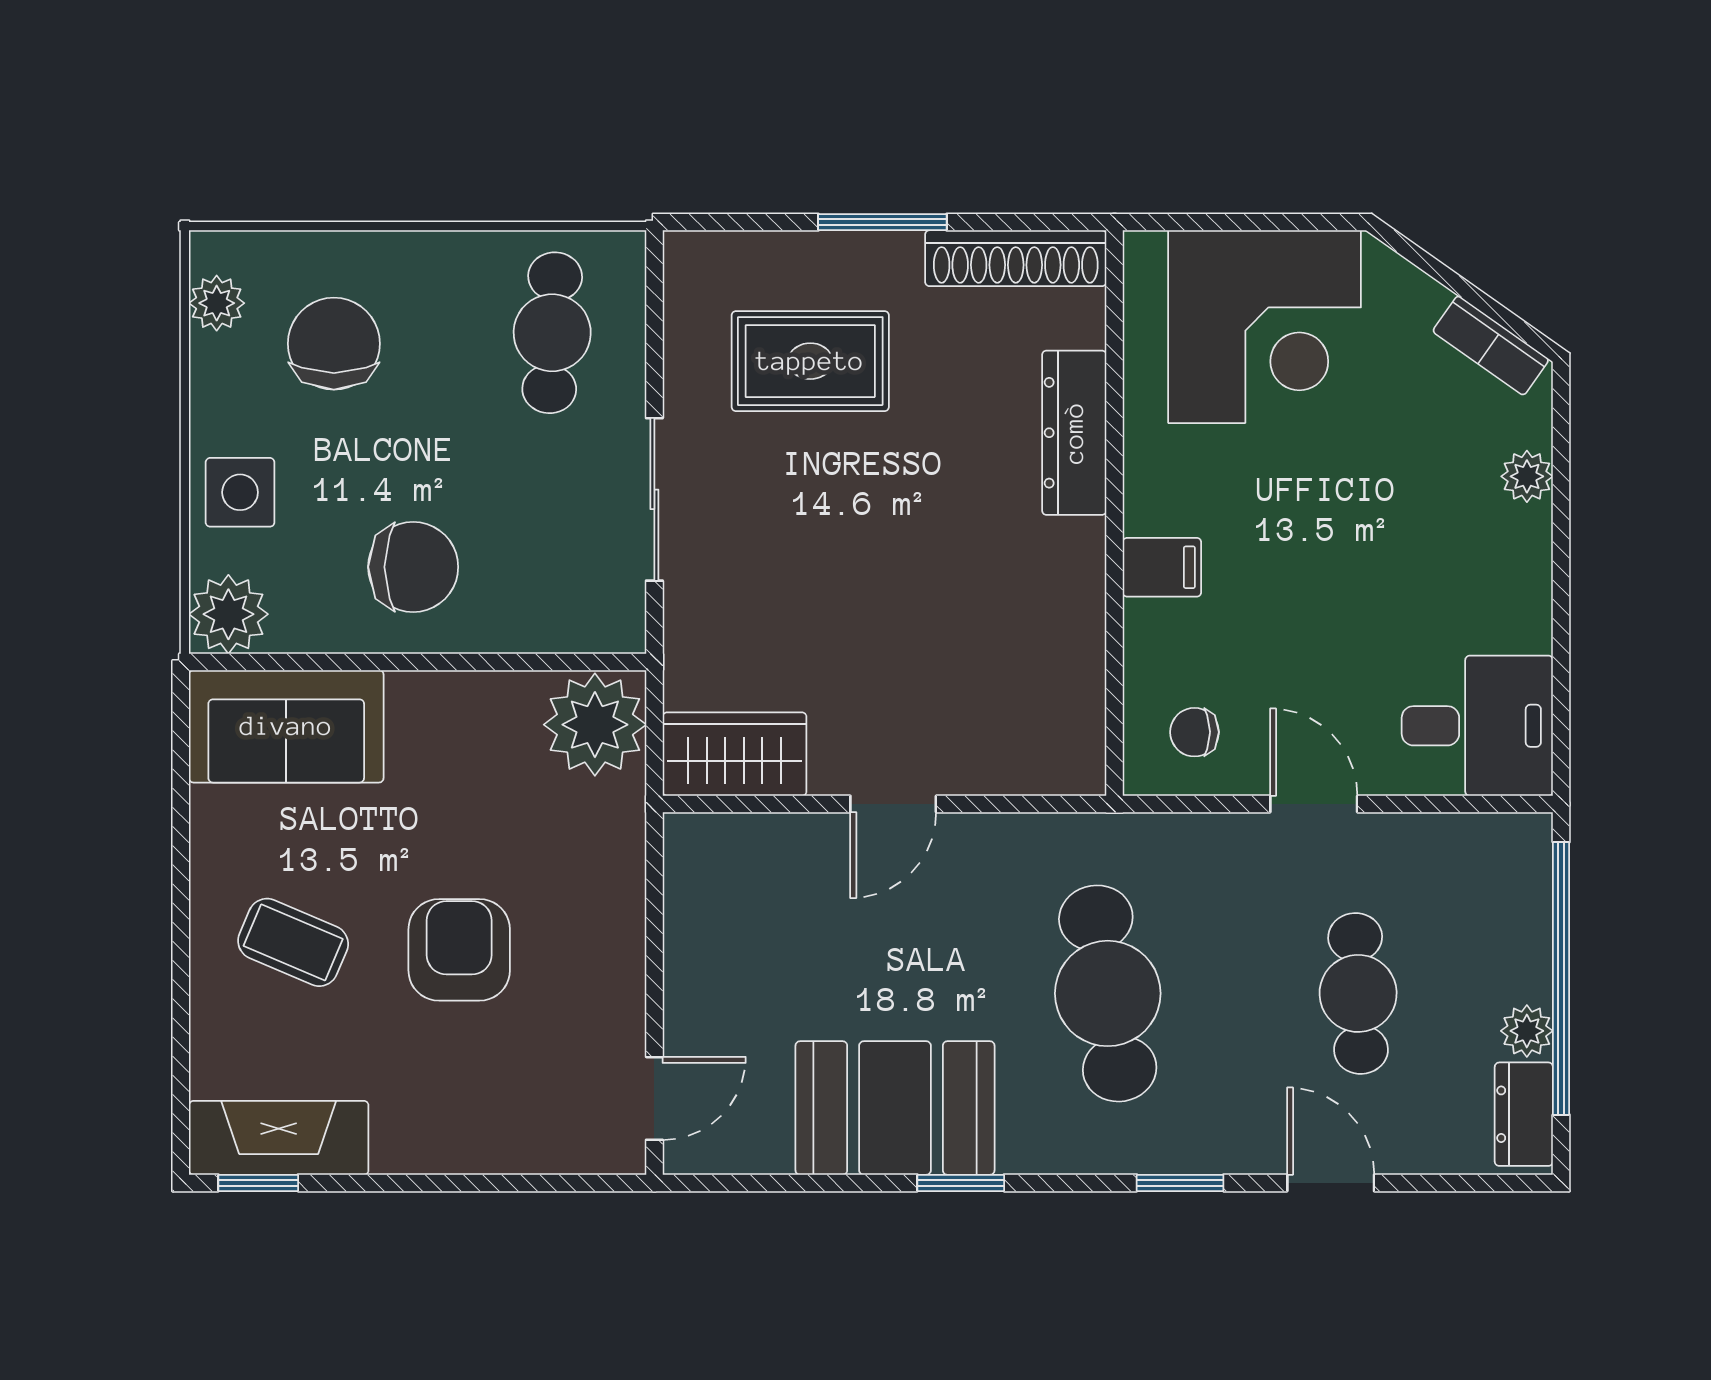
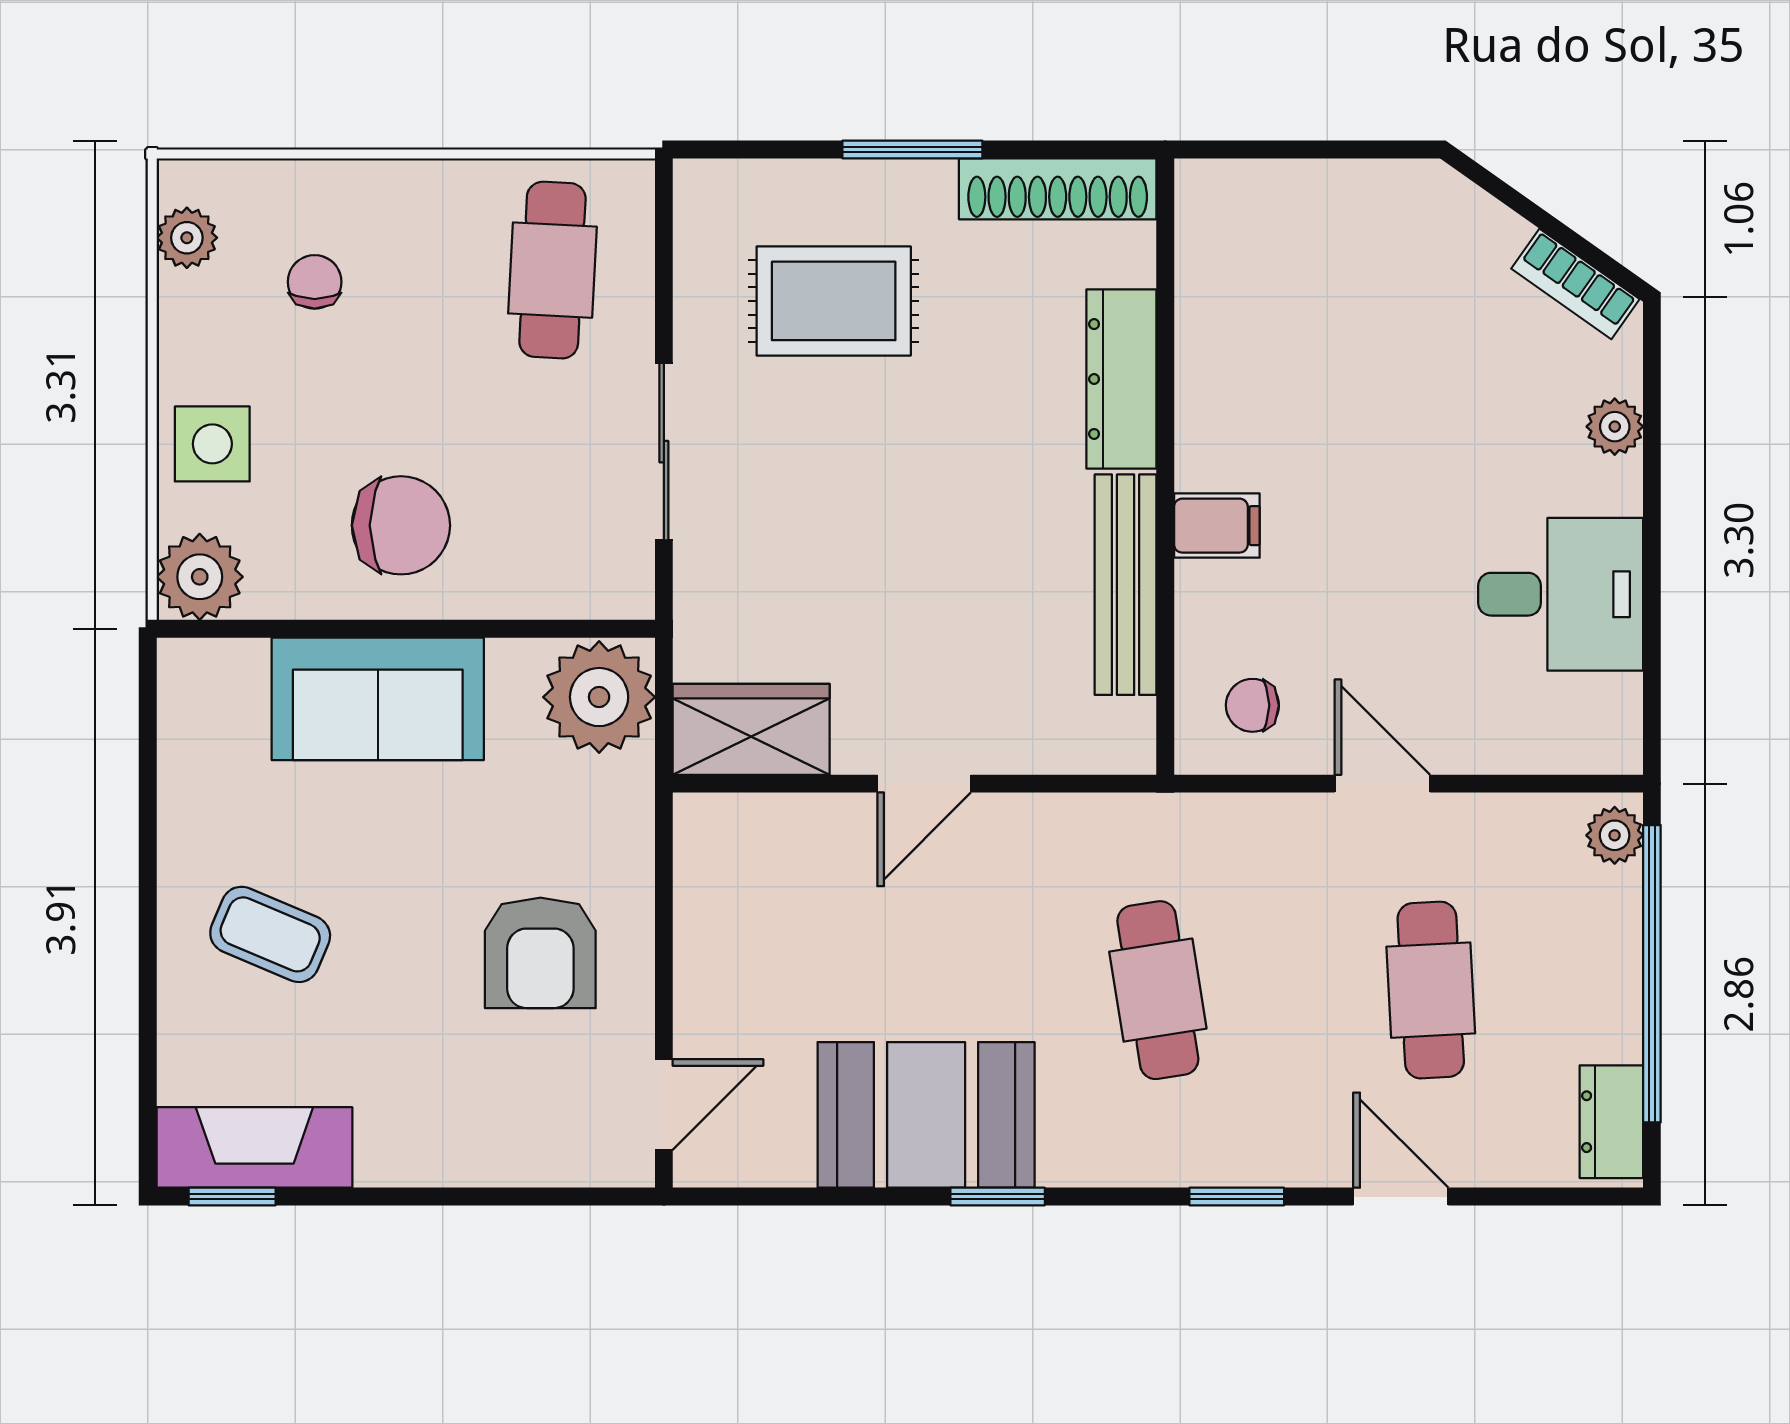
corner desk: (1265, 327) -> (1329, 263), removed
chair: (334, 344) -> (315, 282), width x0.54, depth x0.54
bench: (1078, 621) -> (1126, 585), added
sofa: (286, 726) -> (378, 699), moved
desk: (1477, 726) -> (1561, 594), moved
armchair: (459, 950) -> (540, 953), moved, turned 180
cafe table: (1108, 993) -> (1158, 990), width x0.73, depth x0.74
plant: (1527, 1031) -> (1615, 835), moved

